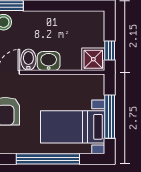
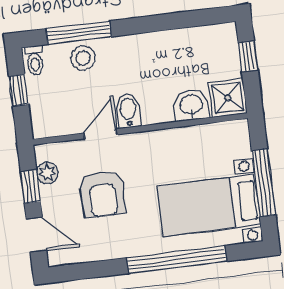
window: (110, 51) -> (248, 56), moved
washbasin: (49, 61) -> (191, 105), moved

